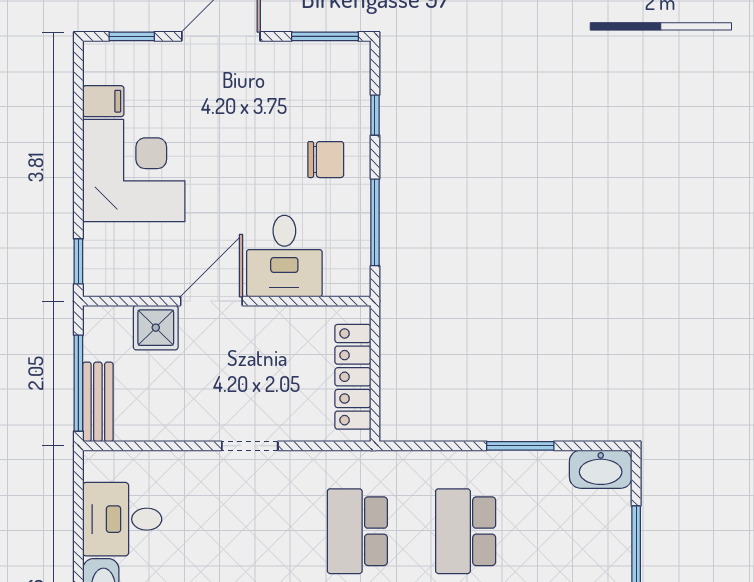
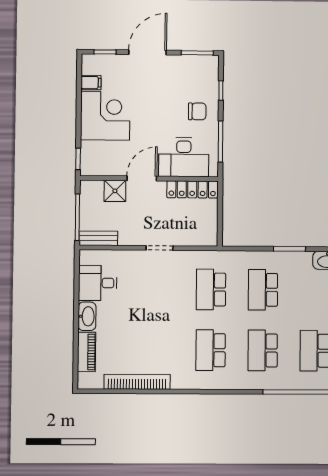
desk: (284, 256) -> (184, 157), width x1.37
locker: (353, 377) -> (192, 189), moved, turned -90
bench: (98, 402) -> (98, 238), moved, turned 90

